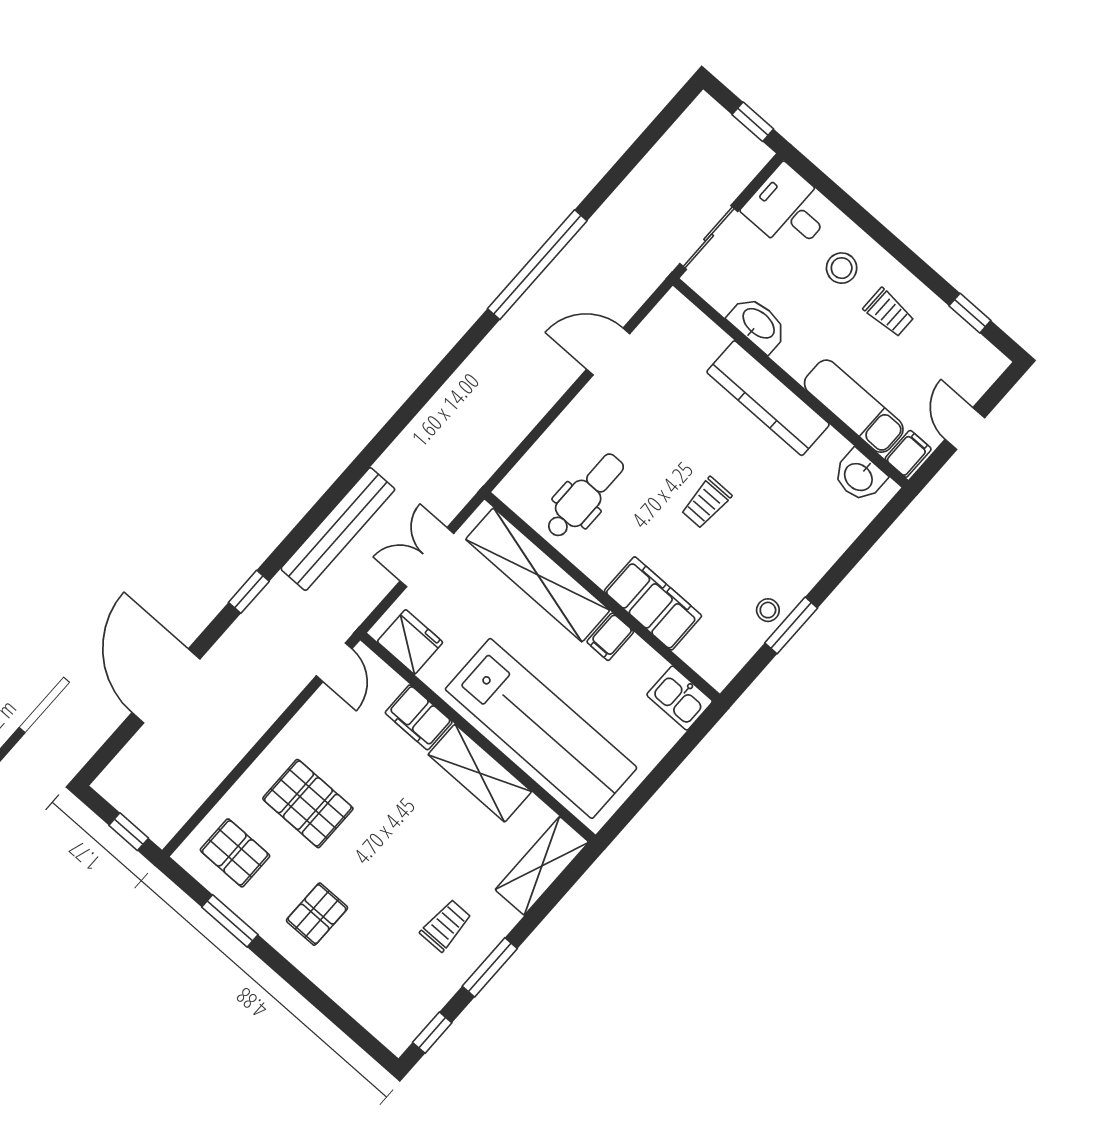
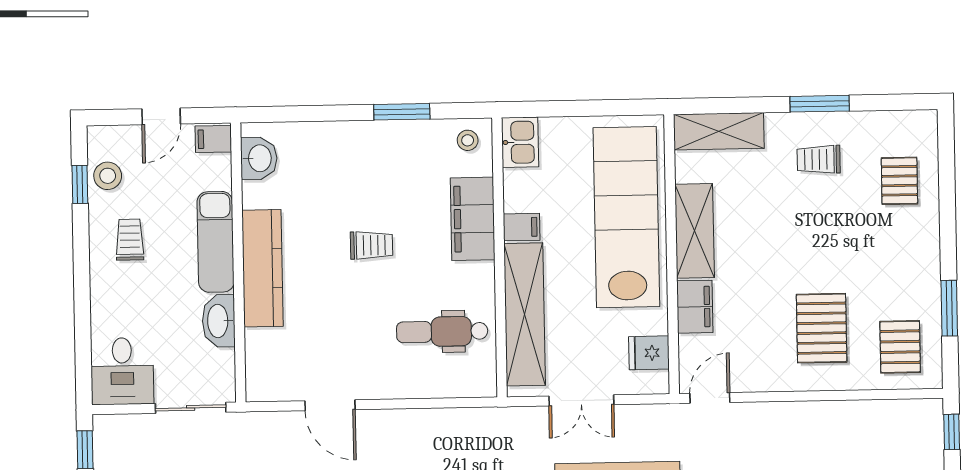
stool: (842, 268) -> (108, 176), moved
exam couch: (854, 406) -> (216, 242), moved
stool: (768, 610) -> (468, 140), moved
fridge: (410, 642) -> (649, 353), width x0.72
pallet: (317, 914) -> (899, 181), moved, turned 90
window: (432, 1033) -> (899, 102), removed

